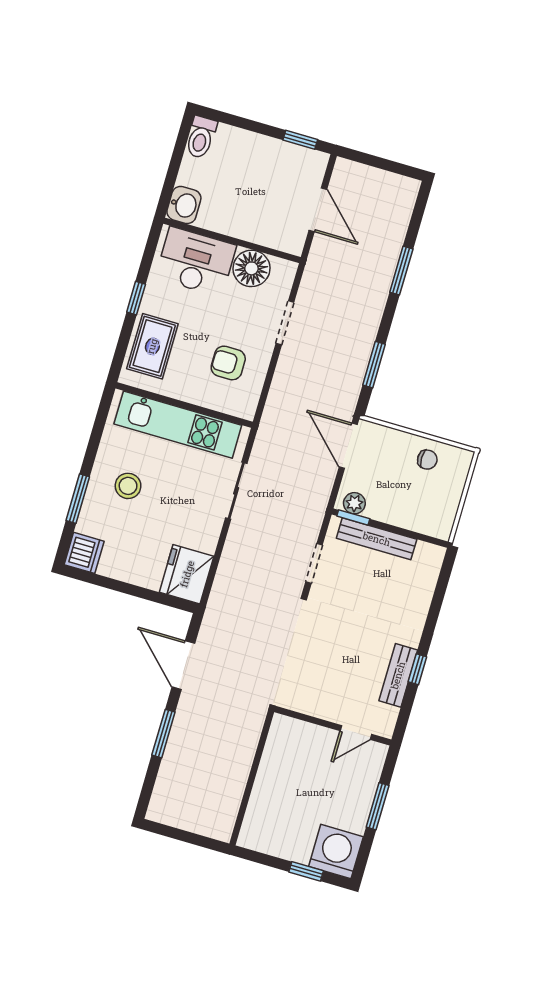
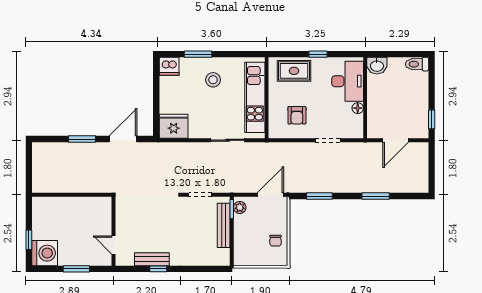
floor lamp: (251, 268) -> (358, 108), width x0.53, depth x0.53
armchair: (228, 363) -> (297, 115), turned 180

